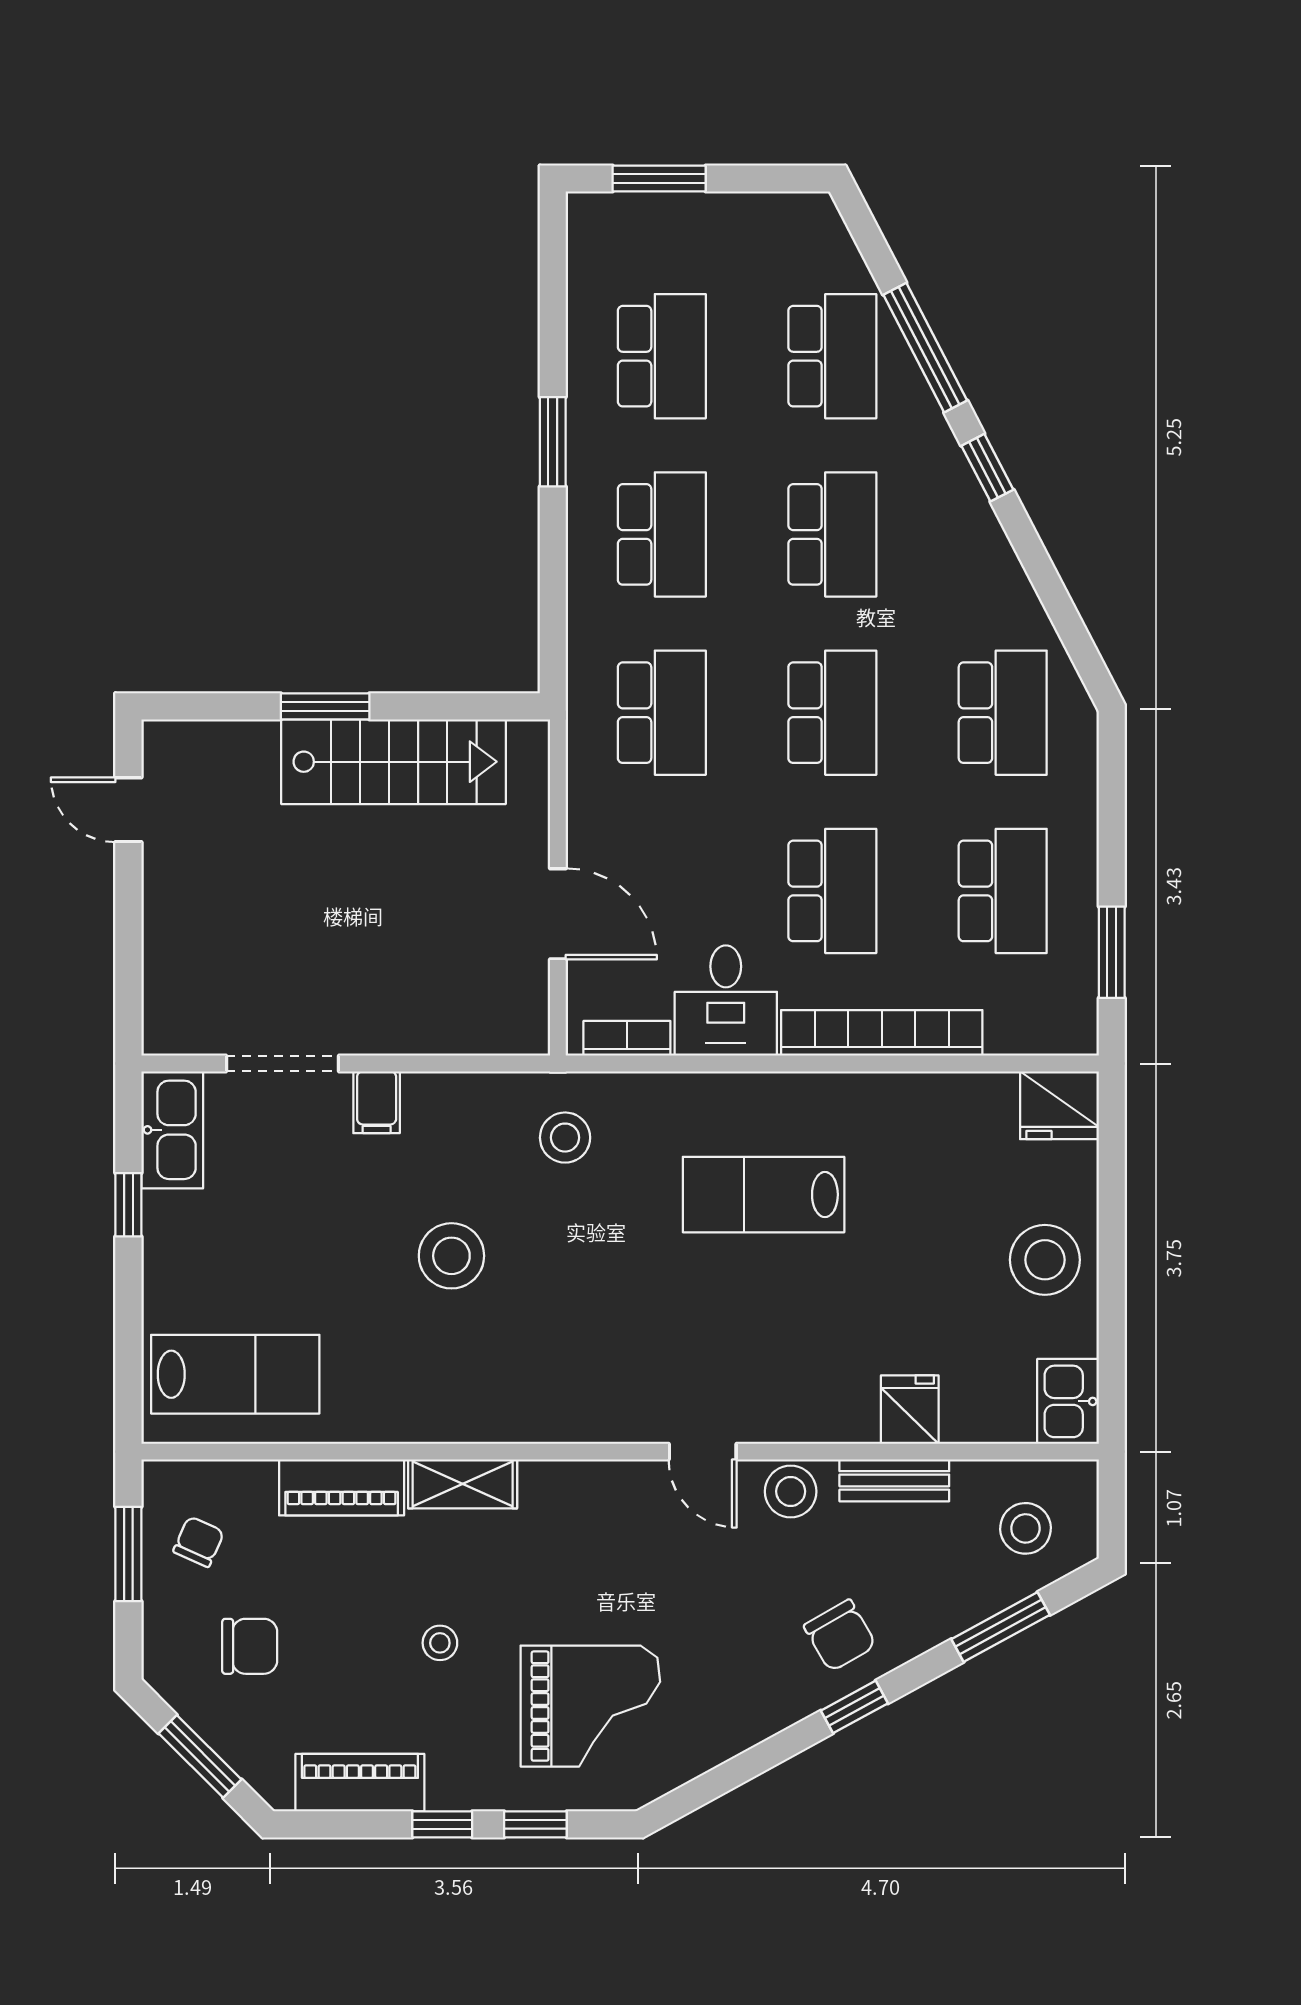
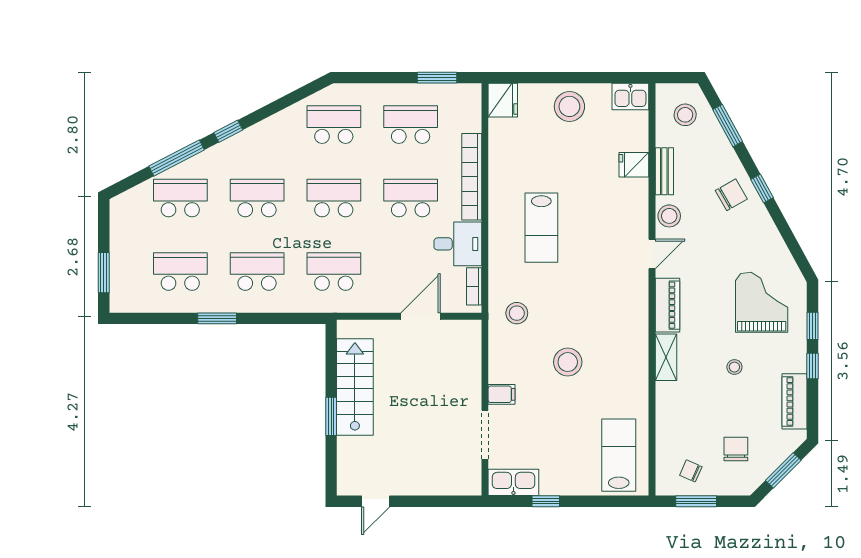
piano: (342, 1487) -> (667, 305), moved

